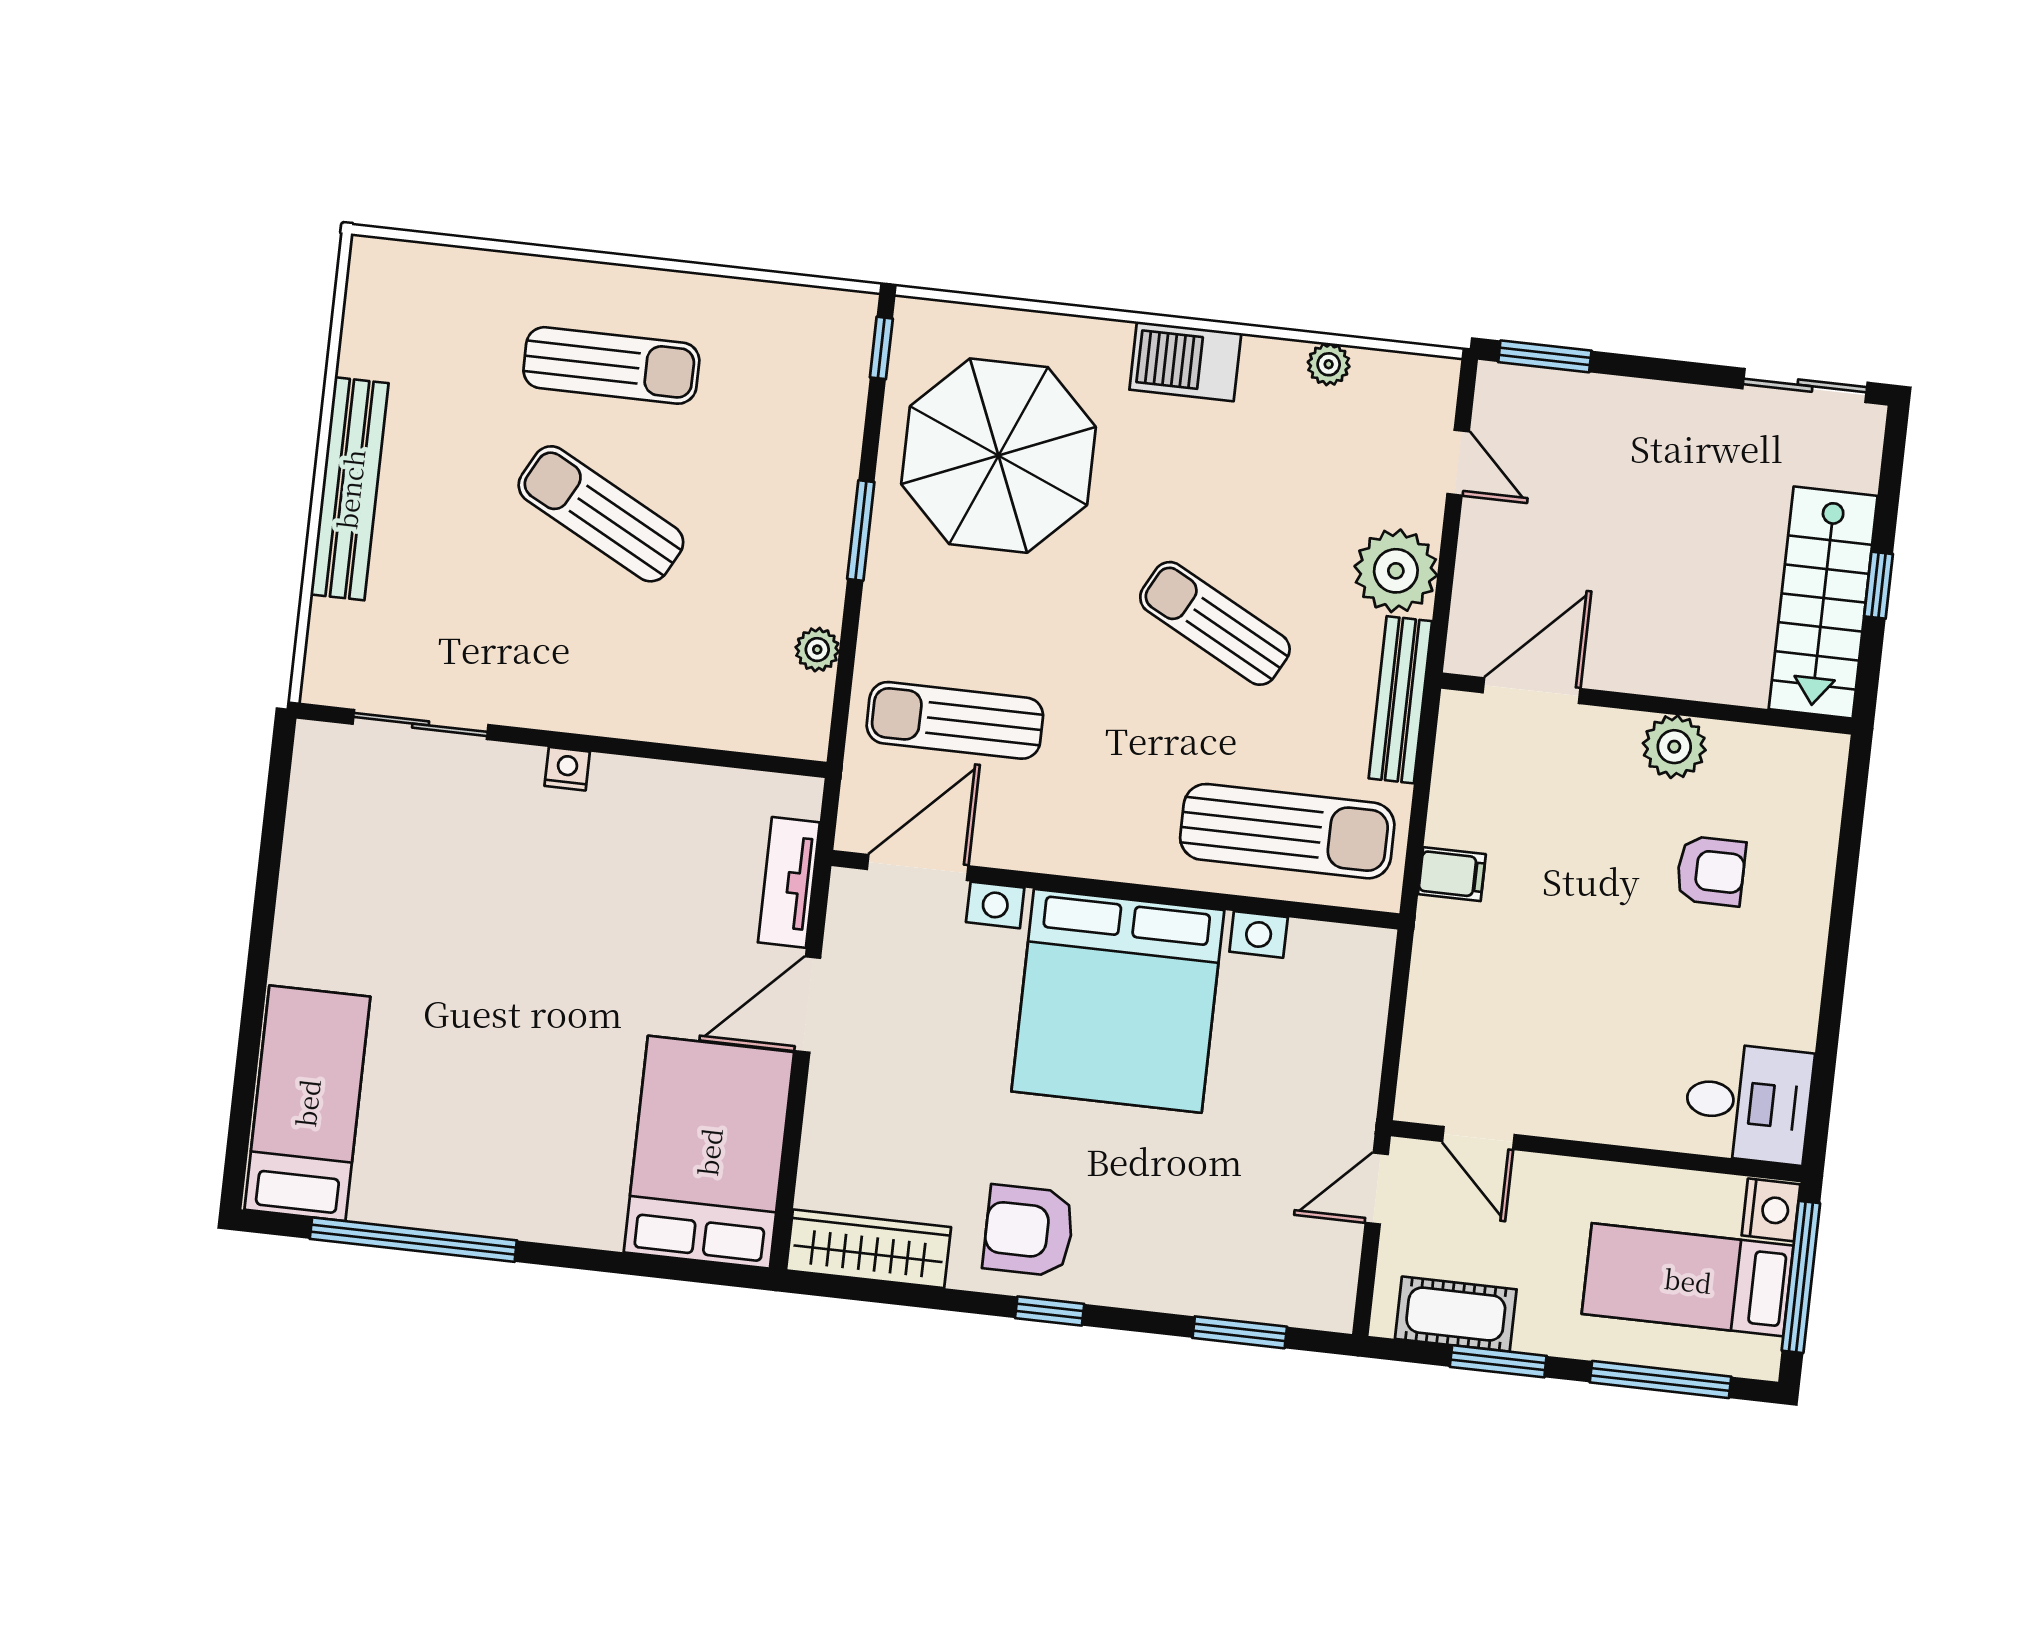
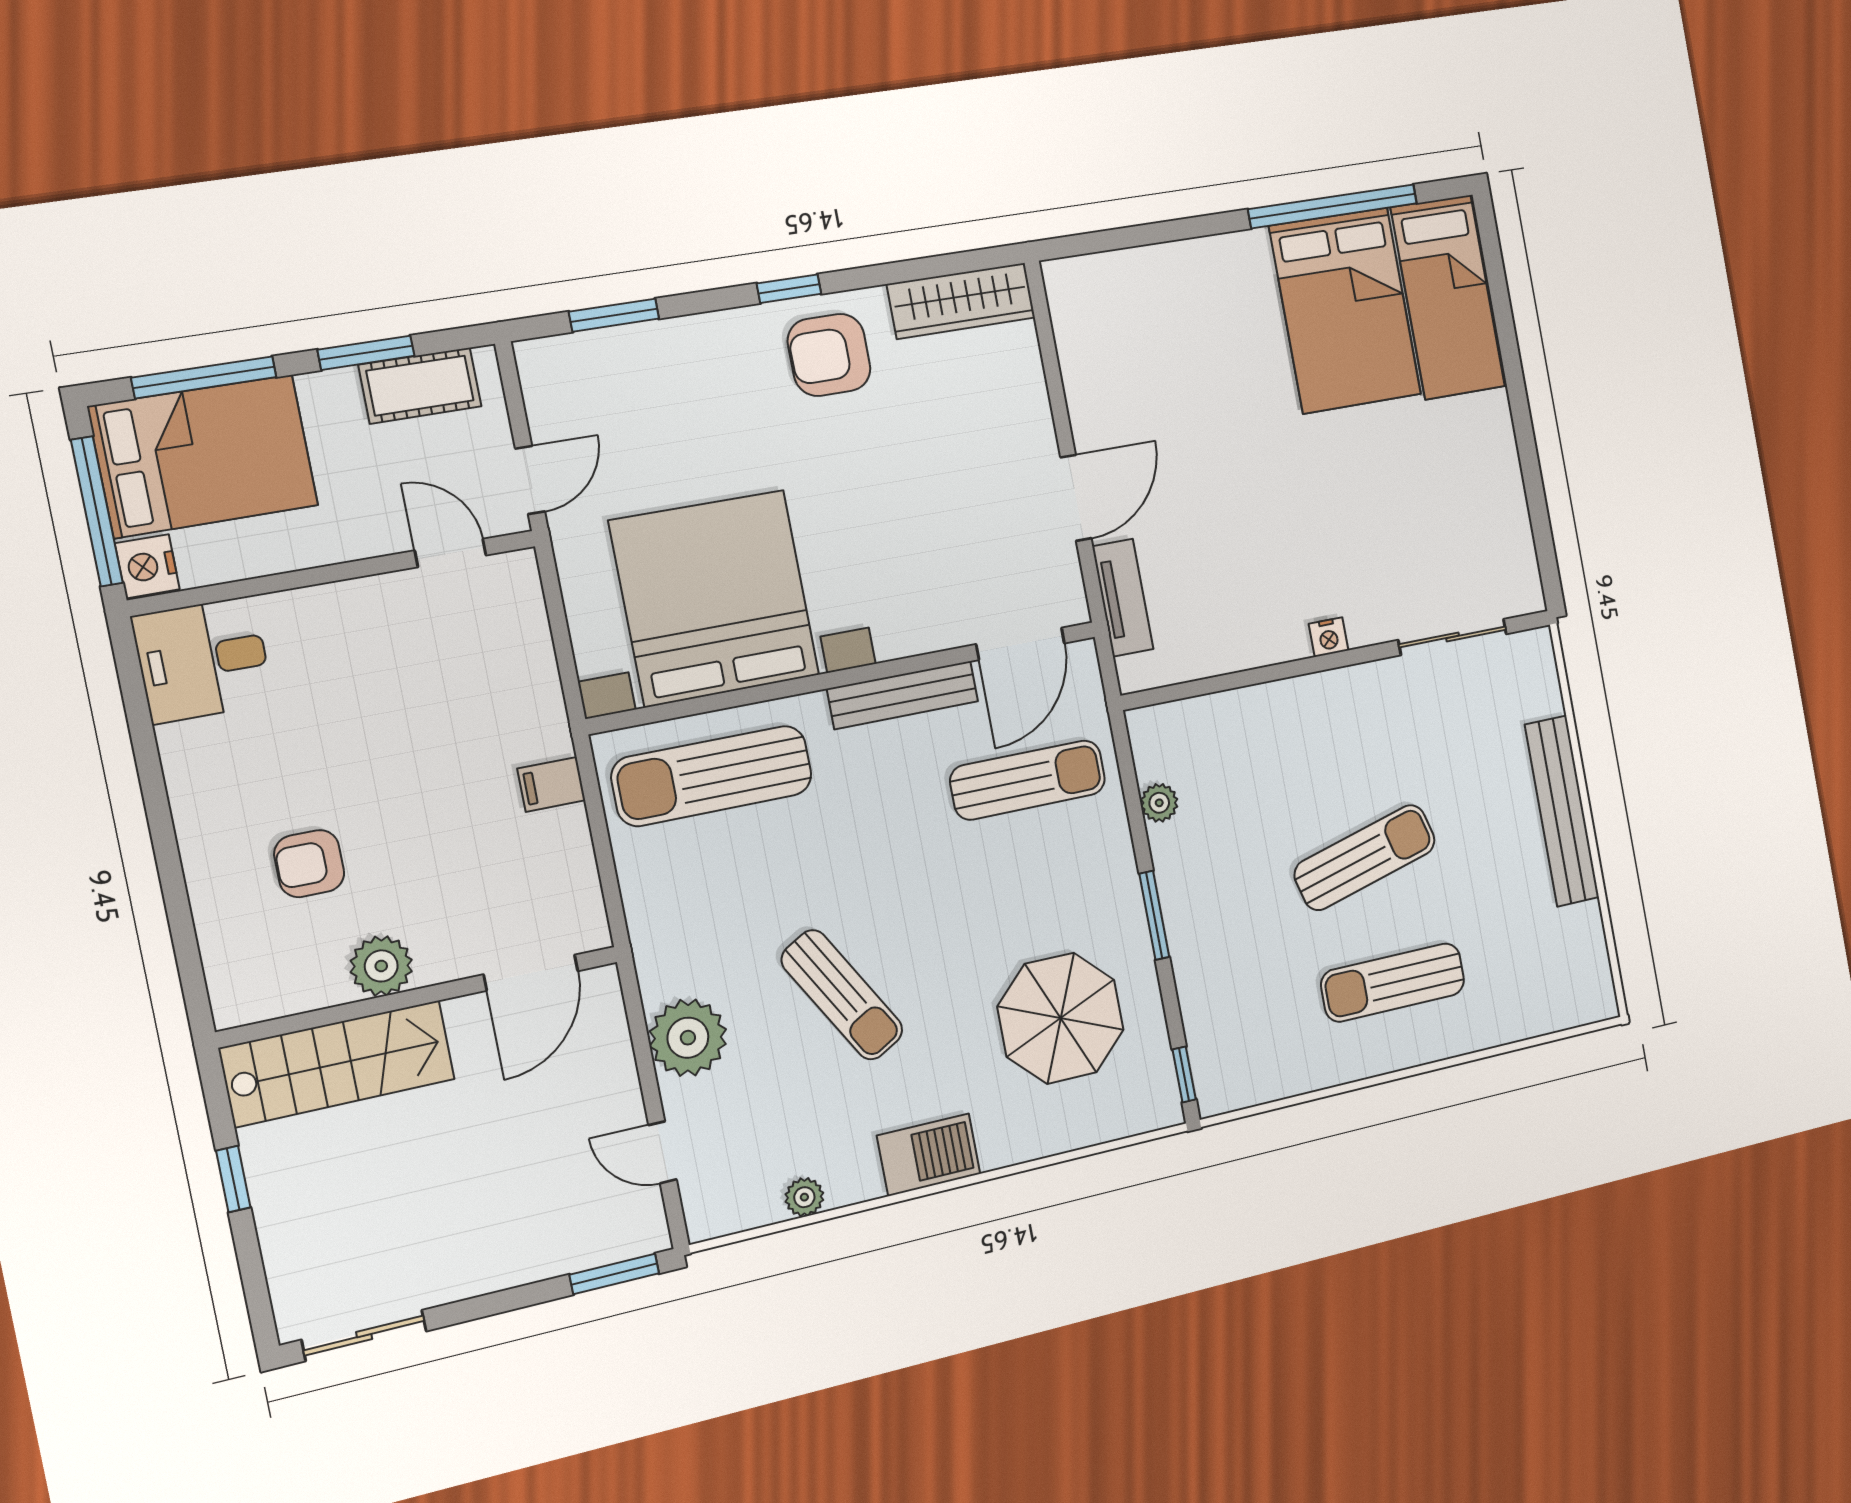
parasol: (998, 456) -> (1061, 1018), width x0.73, depth x0.73
sun lounger: (601, 514) -> (1365, 857), turned -43
stairs: (1823, 602) -> (337, 1064), moved, turned 90
sun lounger: (1215, 623) -> (842, 995), moved, turned 32
bench: (1400, 700) -> (903, 695), moved, turned 90
bed with nightstands: (1118, 1001) -> (714, 598), moved
bed: (709, 1152) -> (1345, 310), moved
armchair: (1029, 1231) -> (829, 355), turned 180
bed: (1688, 1280) -> (204, 456), width x1.50

